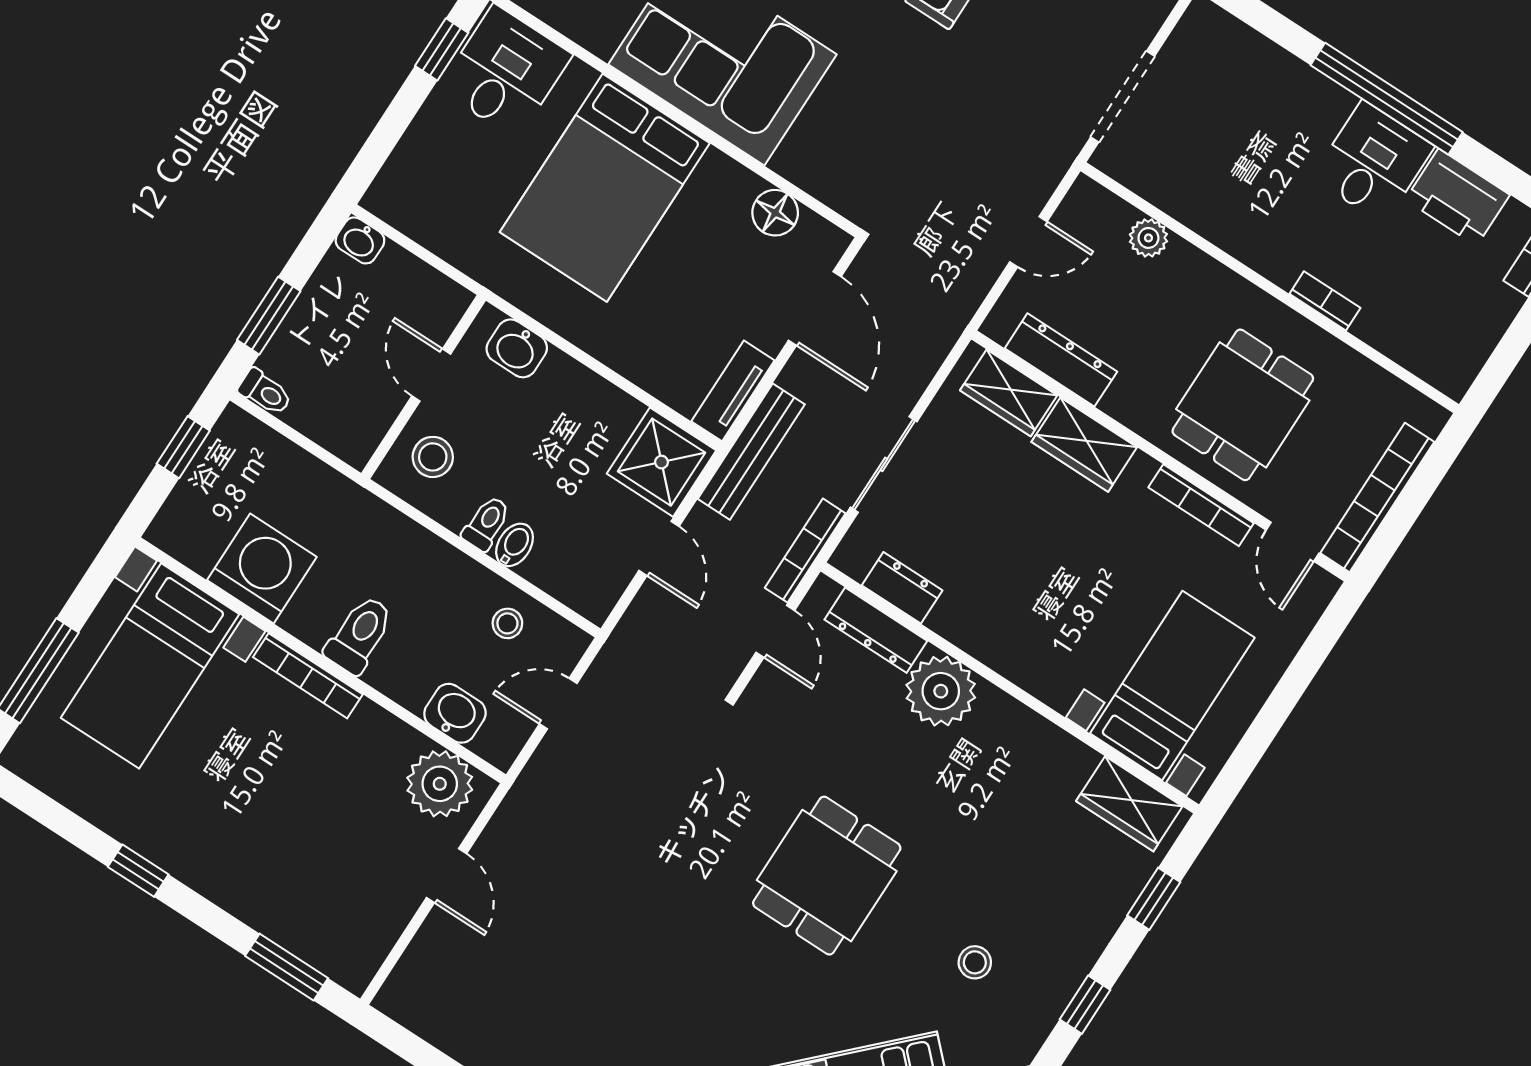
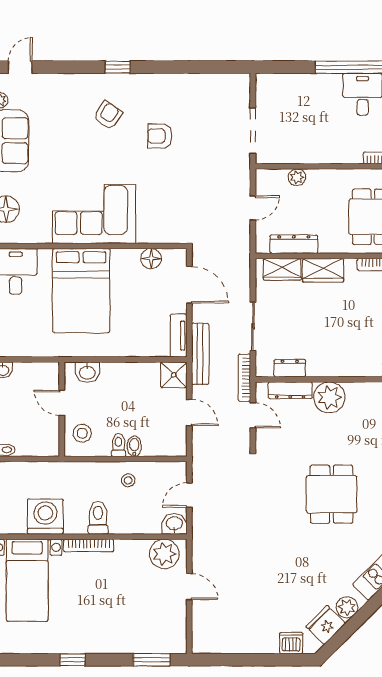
shower: (662, 462) -> (174, 375), width x0.73, depth x0.73
stool: (507, 623) -> (128, 480), moved
washbasin: (455, 713) -> (174, 524), moved

